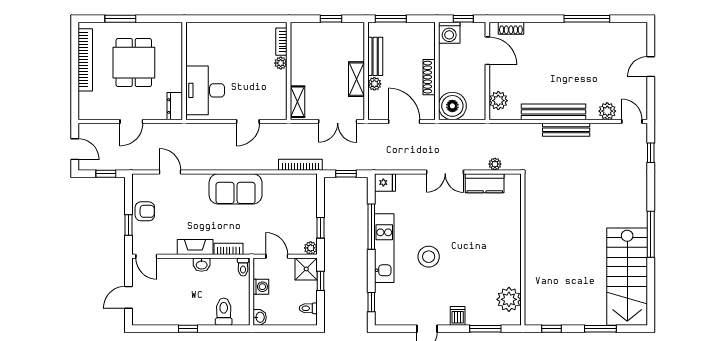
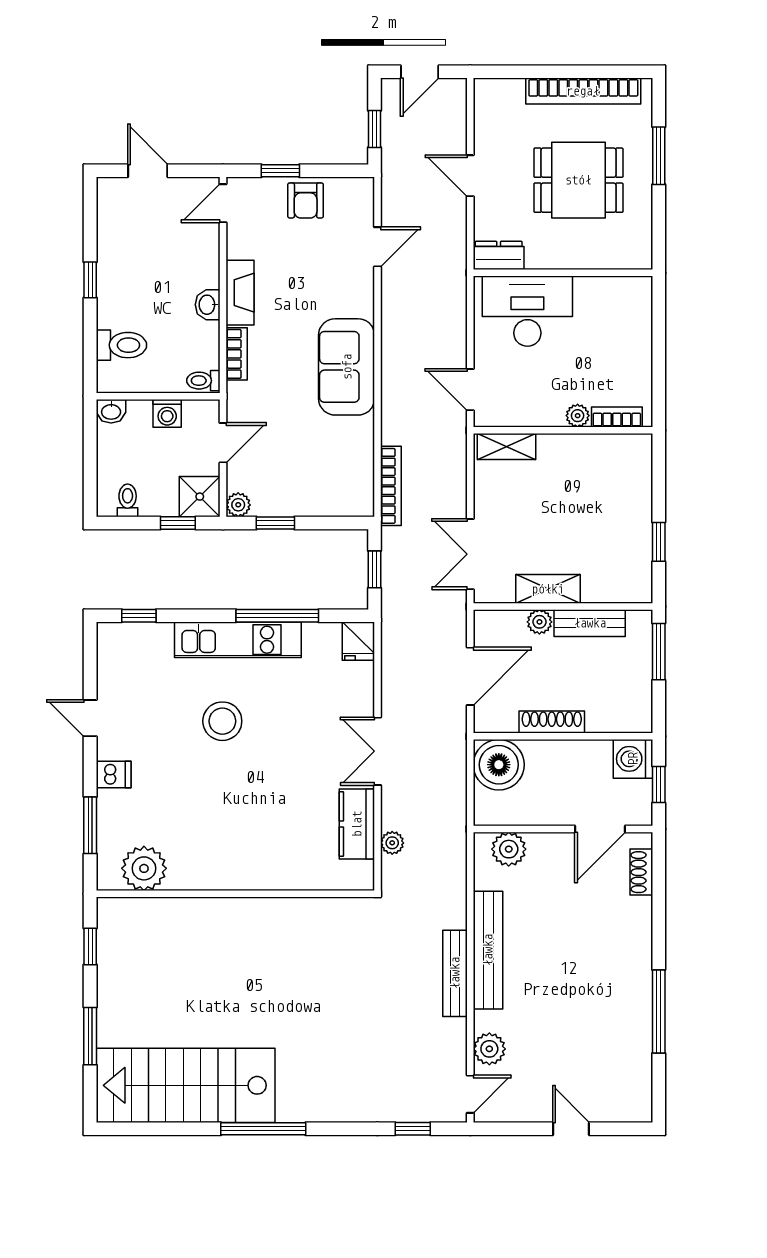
bookcase: (281, 42) -> (617, 417), moved
plant: (281, 63) -> (578, 416), moved
wall: (289, 71) -> (563, 430), moved
shelving: (297, 102) -> (506, 446), moved

